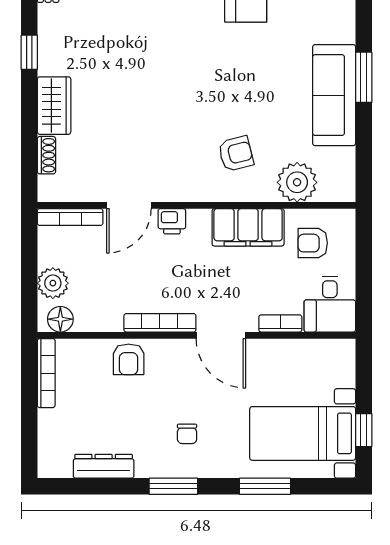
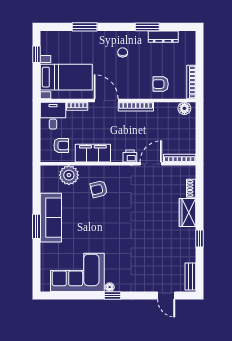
plant: (53, 283) -> (188, 126), removed
armchair: (129, 359) -> (161, 84), moved, turned -90
bed with nightstands: (303, 433) -> (66, 77), moved
window: (173, 486) -> (147, 27), moved

